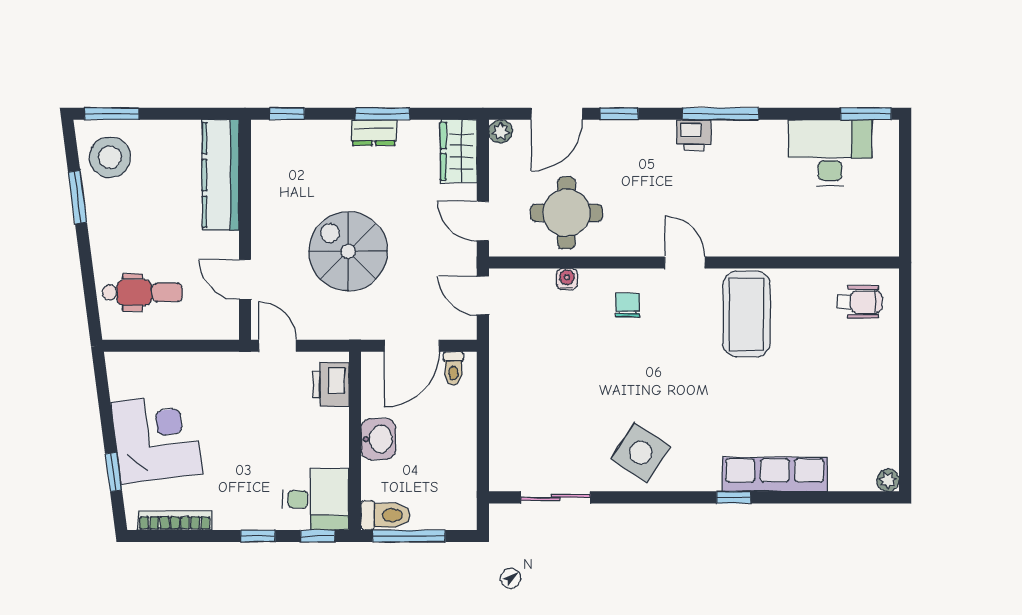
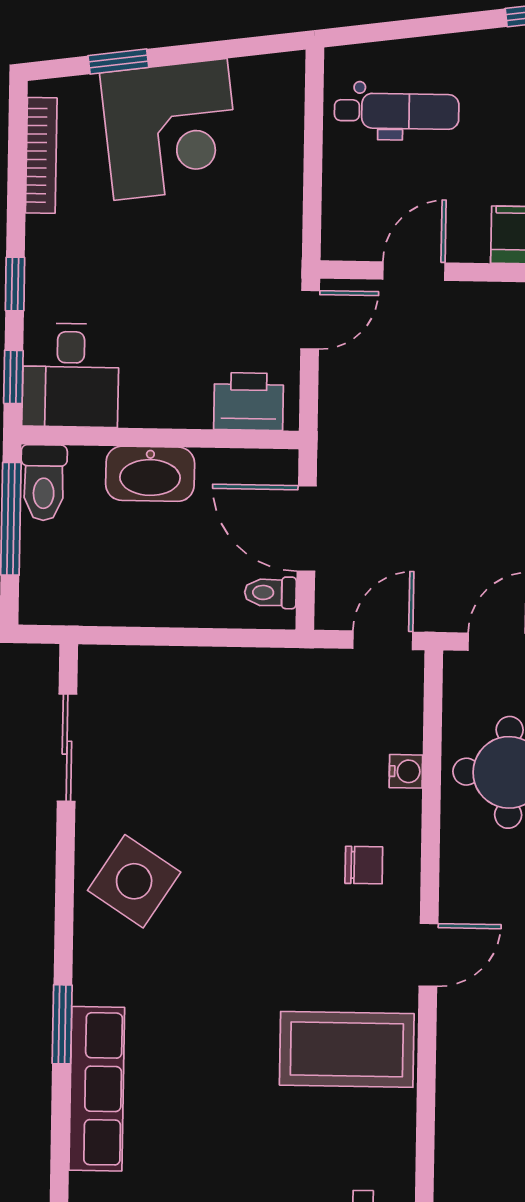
spiral stairs: (348, 251) -> (455, 432), removed
dental chair: (142, 292) -> (397, 111), turned -90
washbasin: (378, 439) -> (150, 474), width x1.38
window: (734, 497) -> (62, 1024), width x1.50

